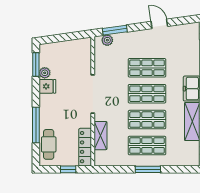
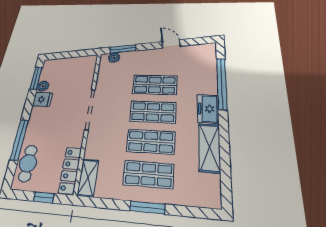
shelving: (100, 136) -> (88, 178), moved

